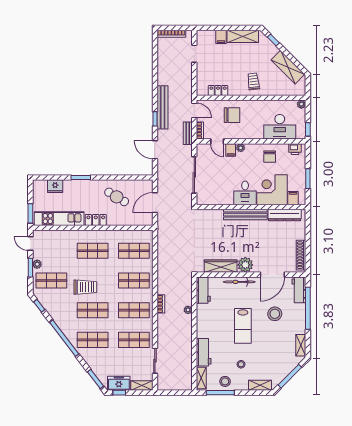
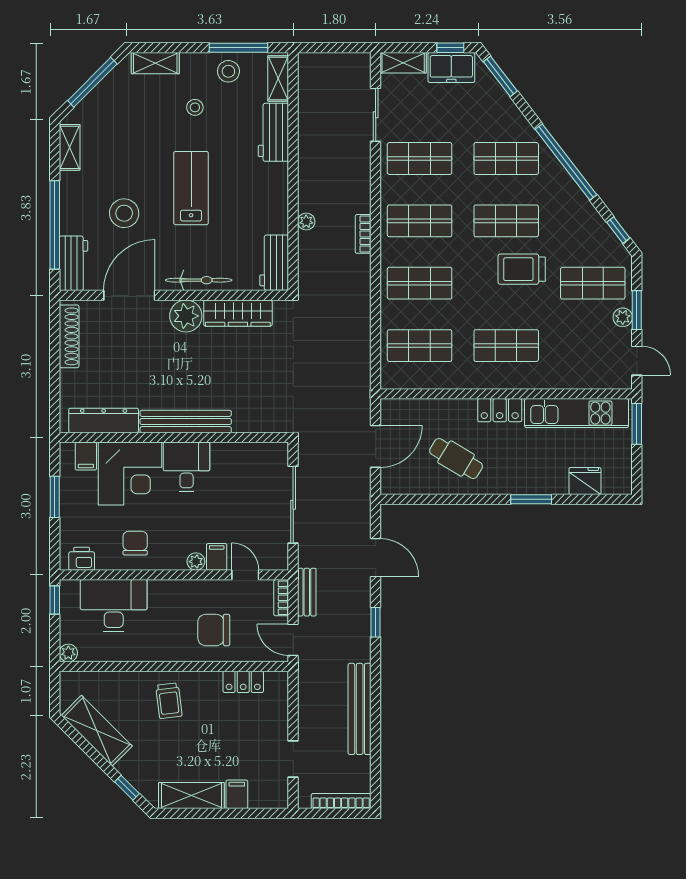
bench: (163, 107) -> (360, 709), moved

